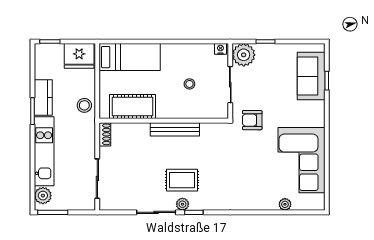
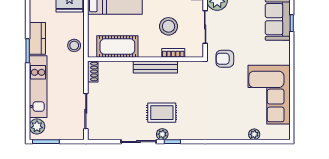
stool: (189, 84) -> (169, 26), width x1.89, depth x1.89
bookcase: (195, 114) -> (173, 53), added

